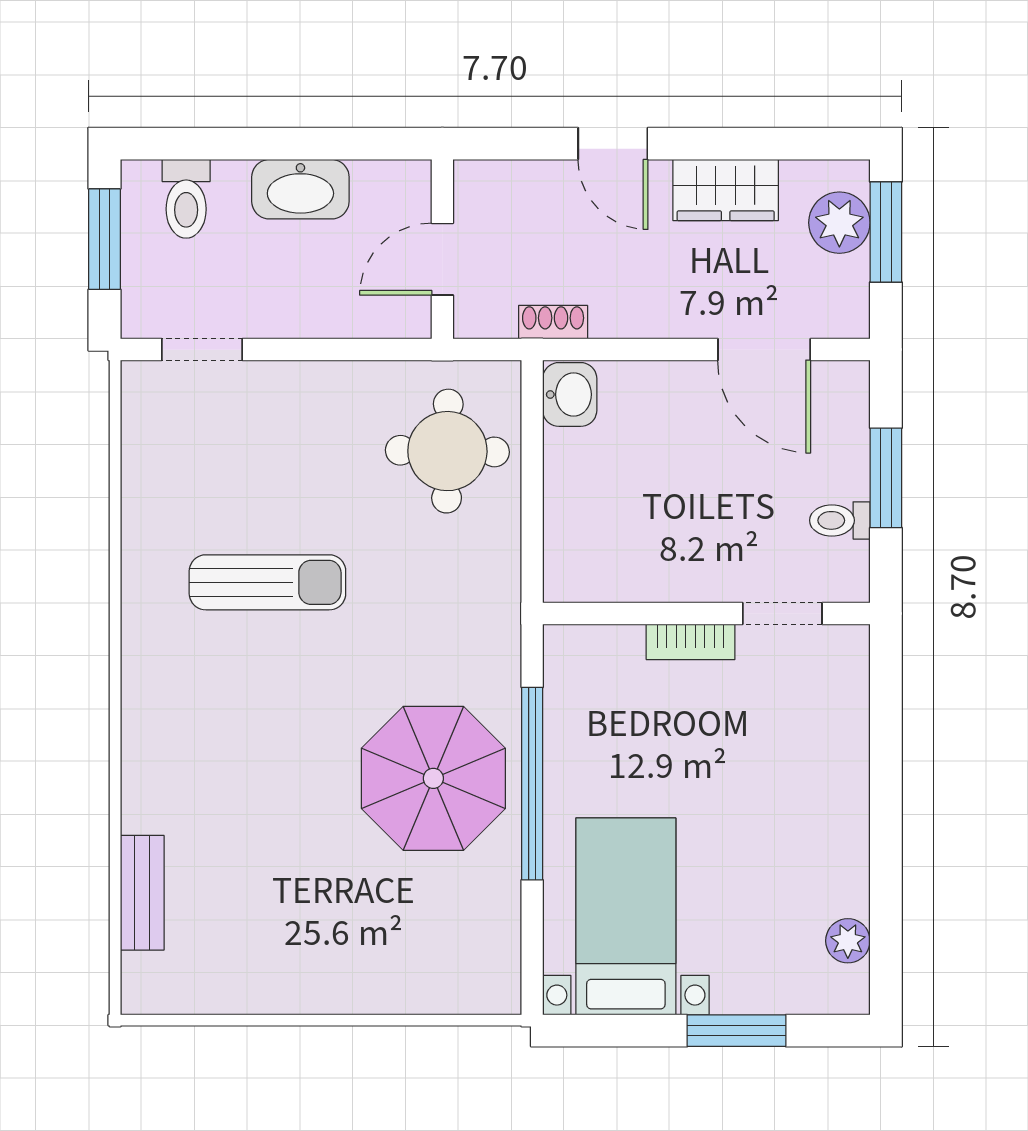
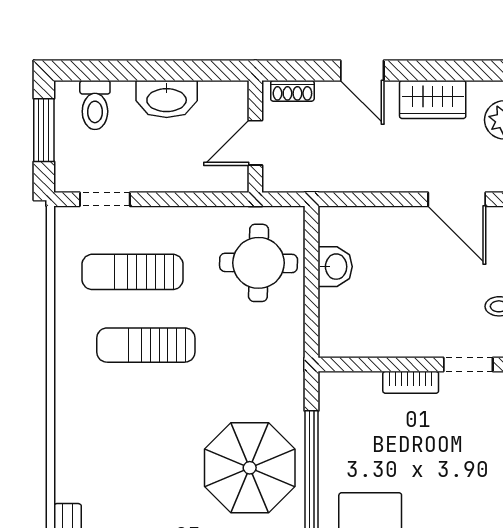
shoe rack: (553, 322) -> (292, 91), moved, turned 180
washbasin: (570, 394) -> (335, 267), moved
sun lounger: (246, 465) -> (132, 272), added
sun lounger: (267, 582) -> (146, 345), turned 180

